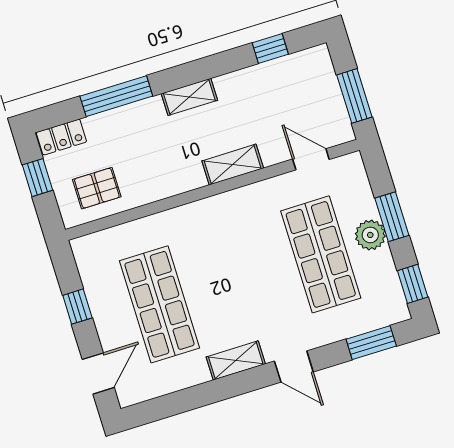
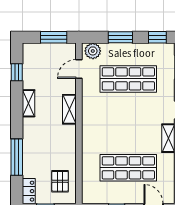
shelving: (189, 97) -> (29, 103), moved
plant: (370, 235) -> (93, 51), moved

